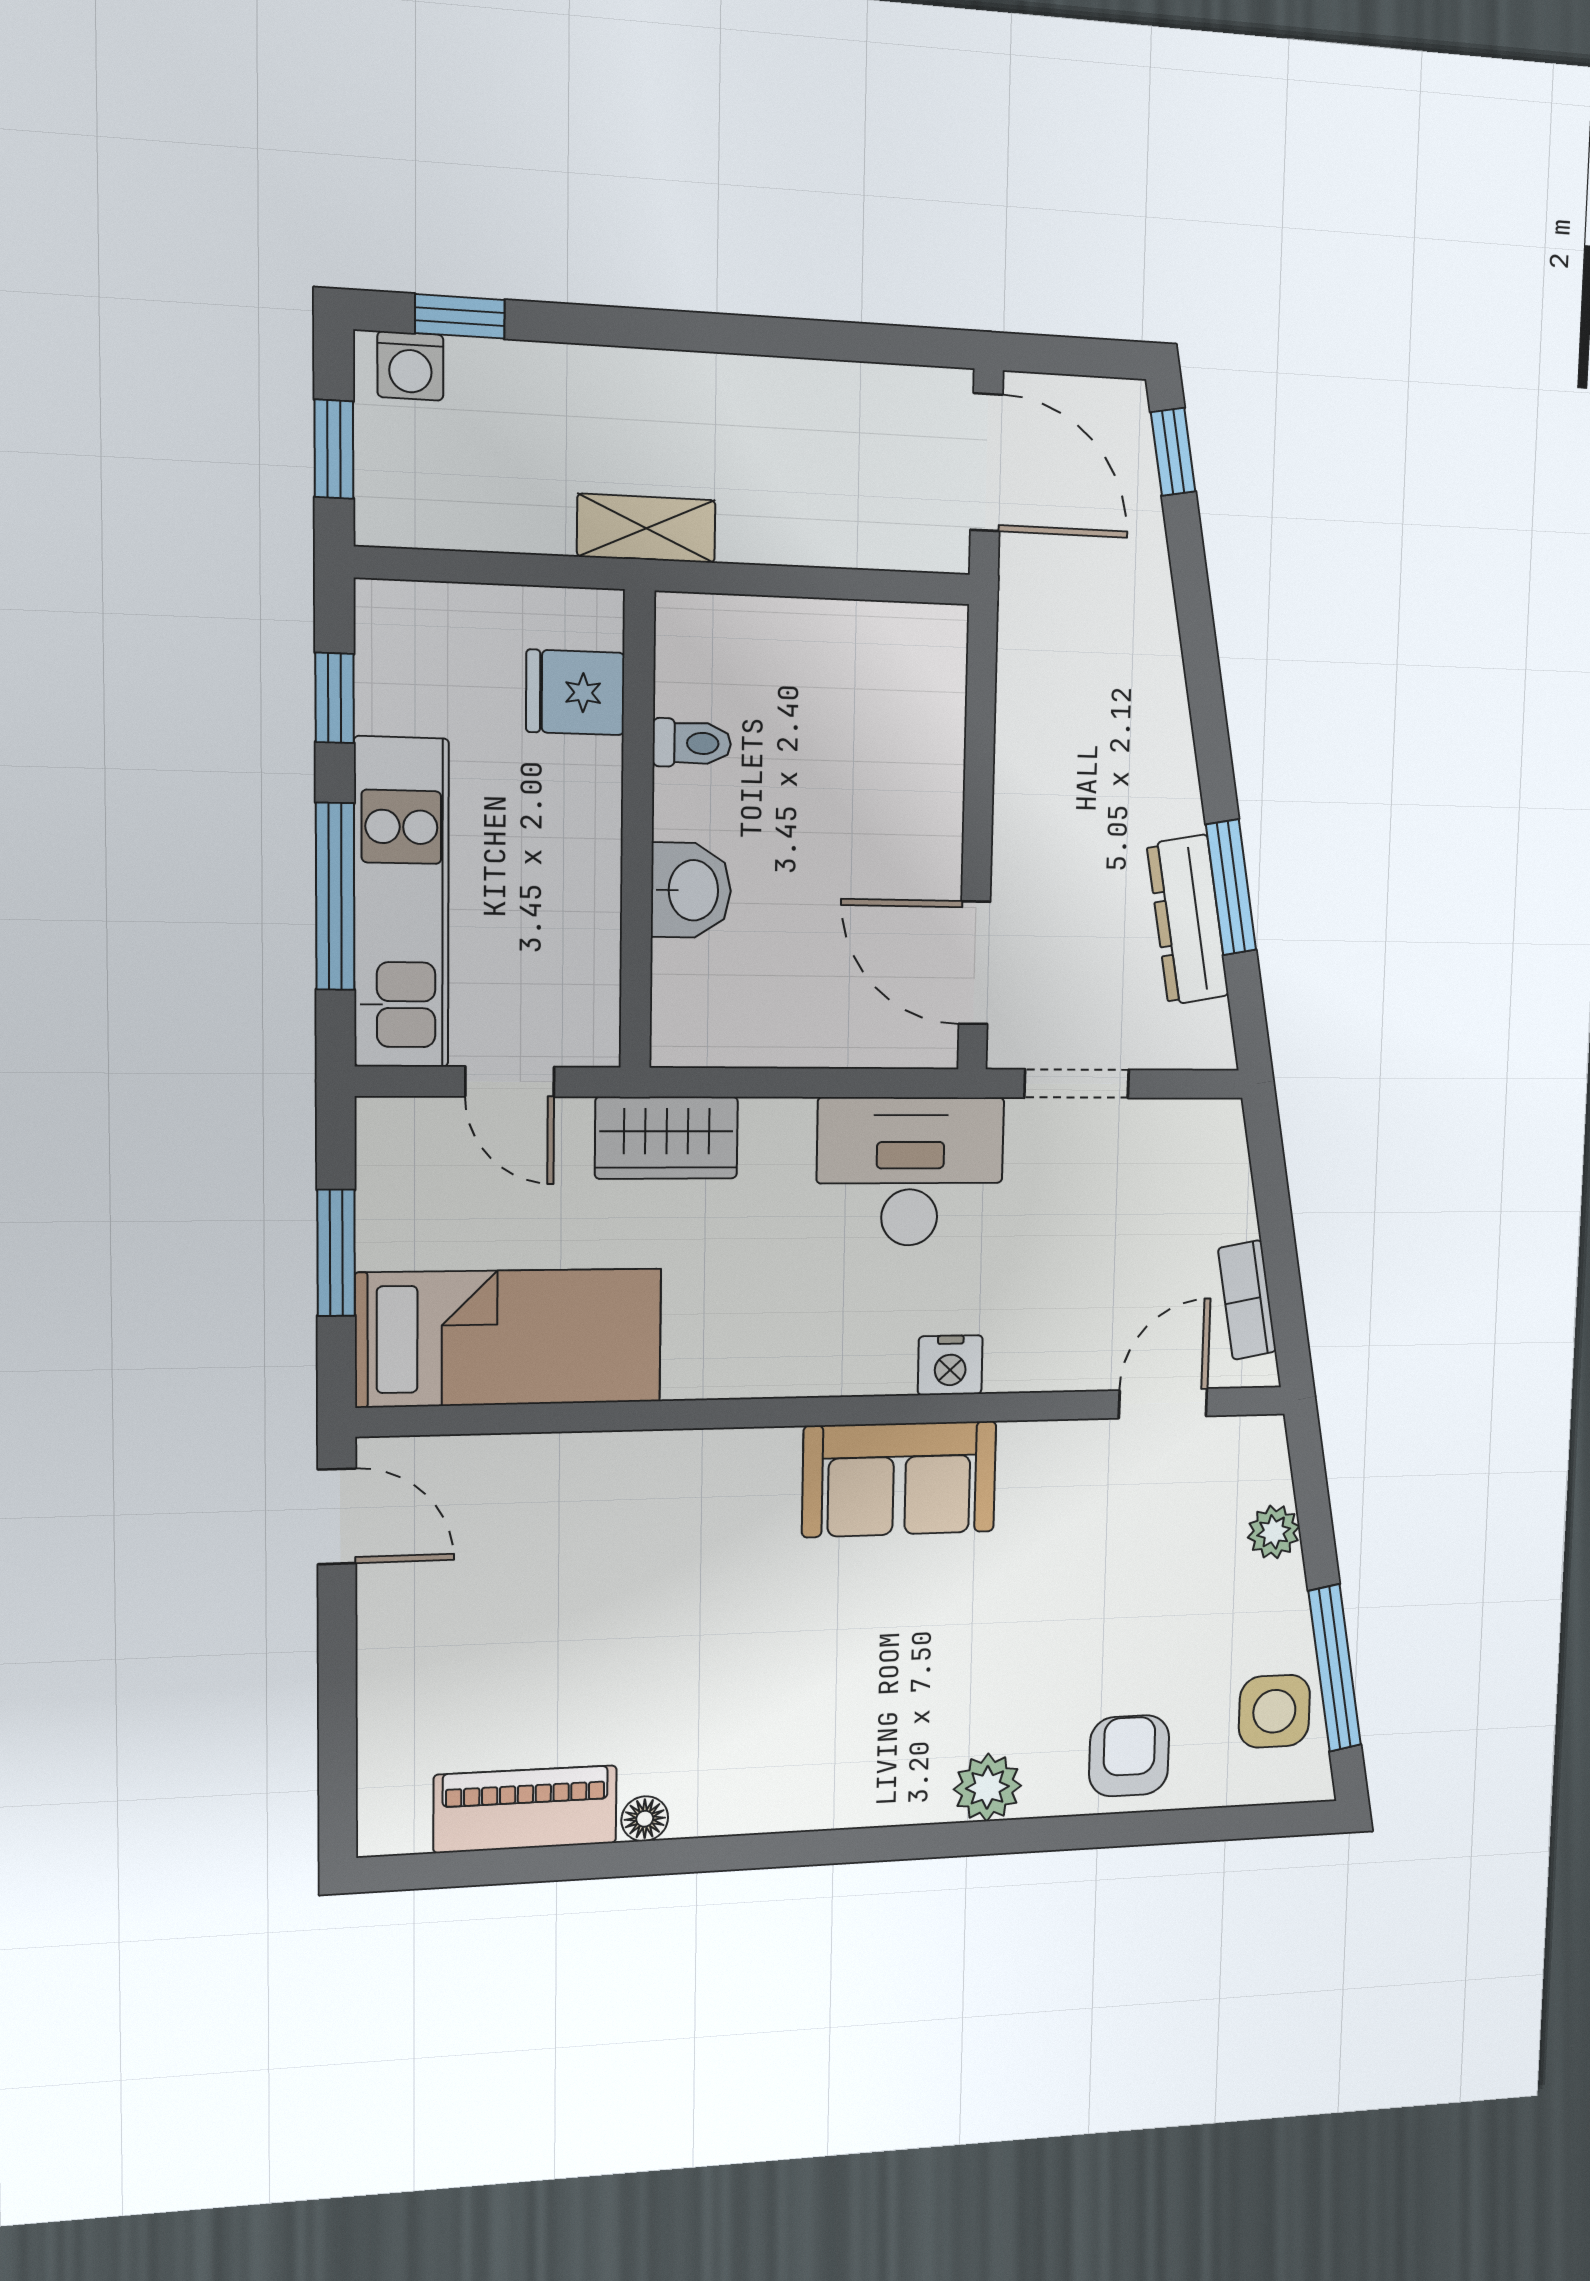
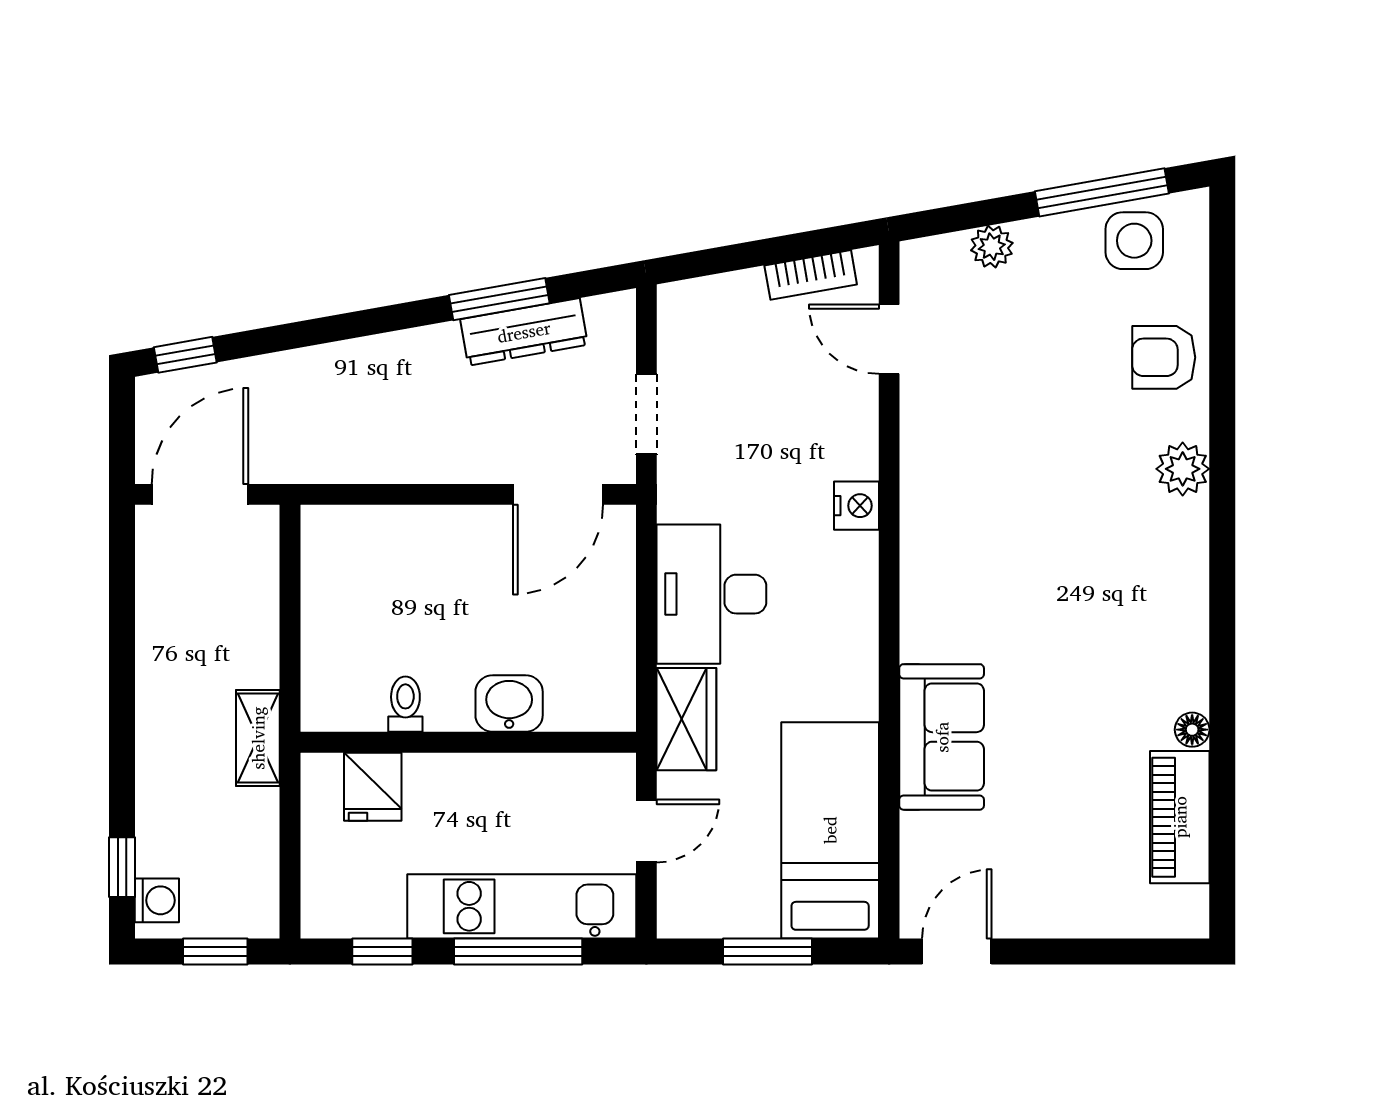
desk: (910, 1171) -> (711, 594), moved
sofa: (899, 1479) -> (942, 737), moved

